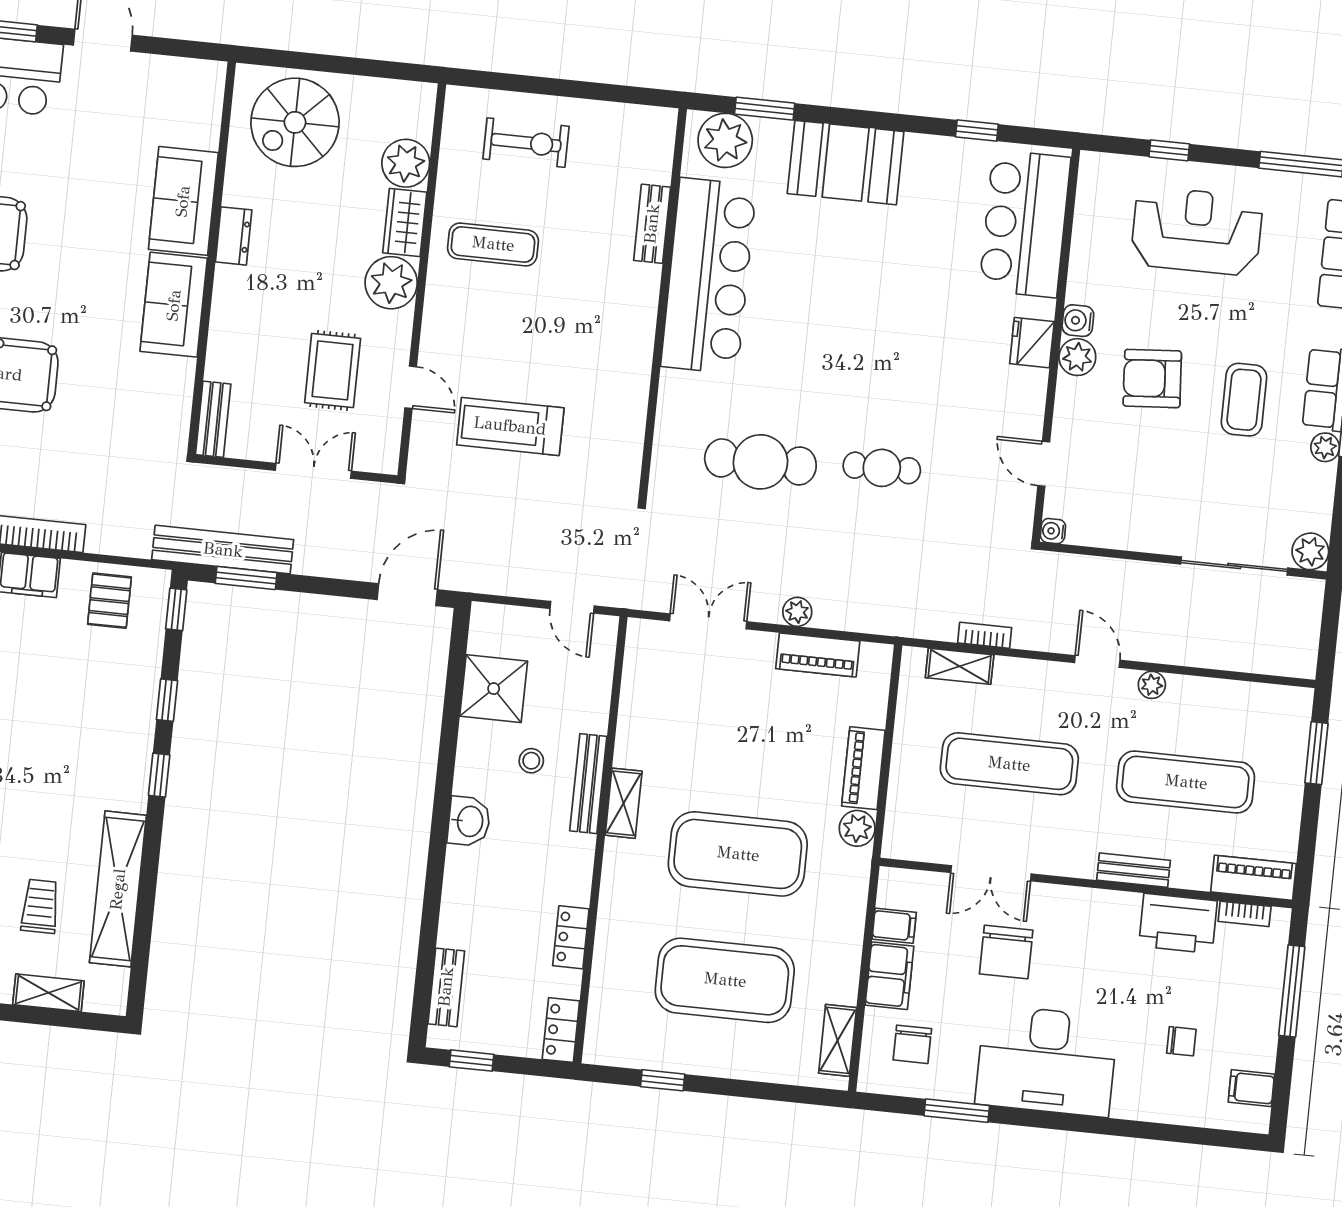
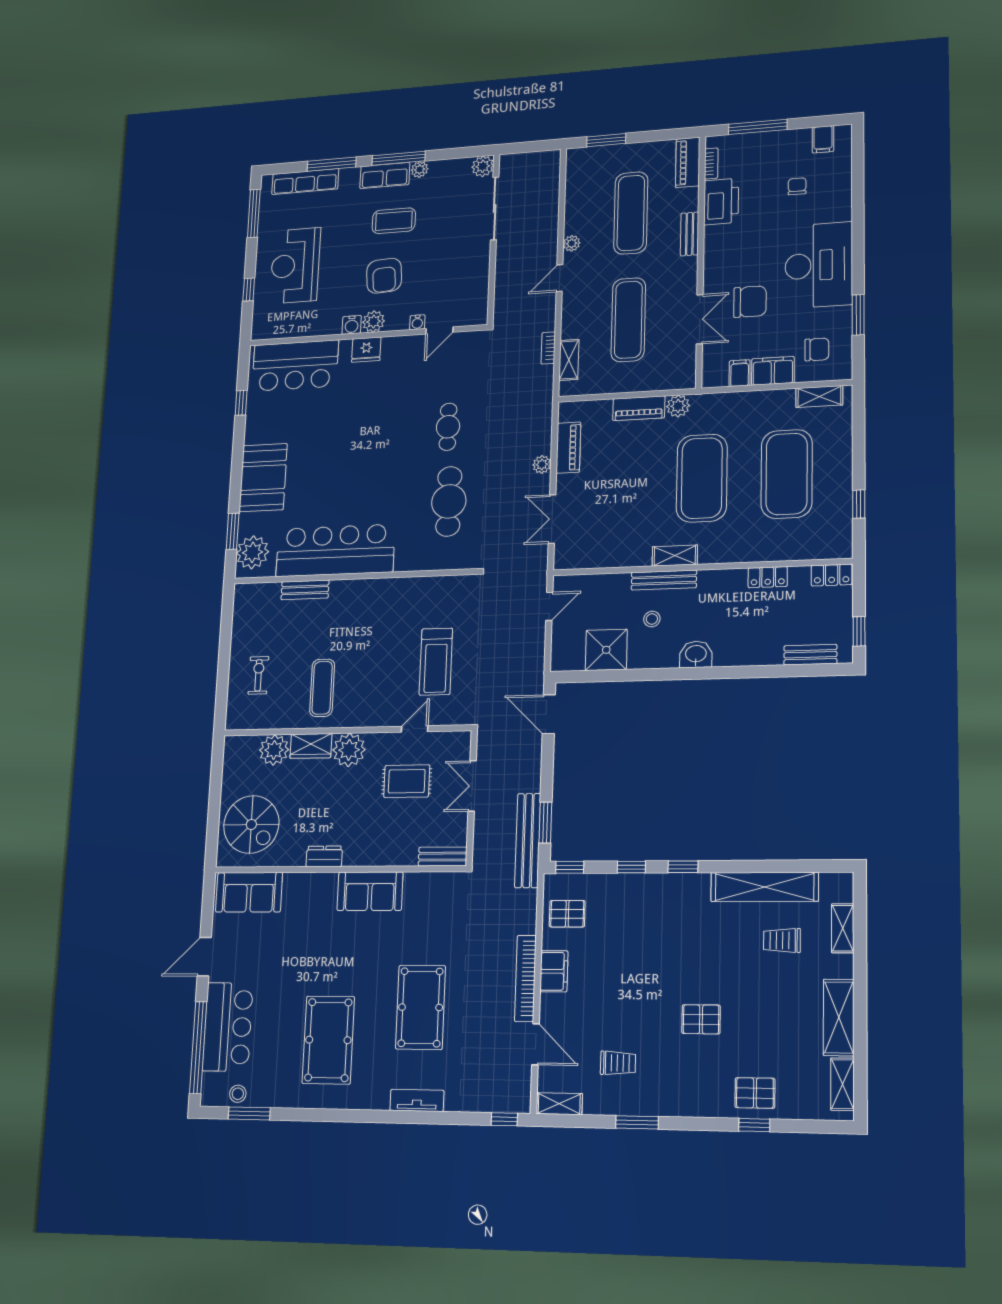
exercise bike: (526, 143) -> (258, 675), width x0.73, depth x0.72
sofa: (183, 201) -> (249, 892), moved
water cooler: (1053, 531) -> (417, 322), moved

